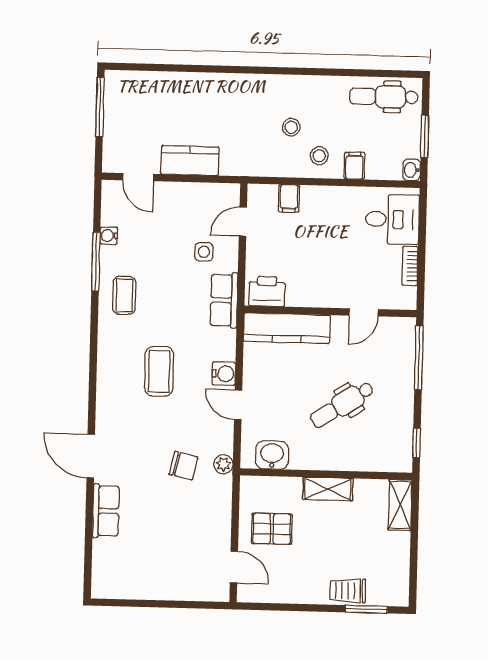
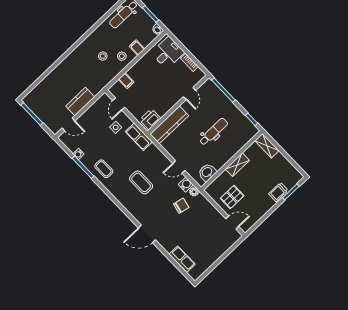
water cooler: (224, 374) -> (186, 185), moved
dental chair: (342, 405) -> (214, 132), turned -147
row of seats: (106, 511) -> (182, 259), moved

